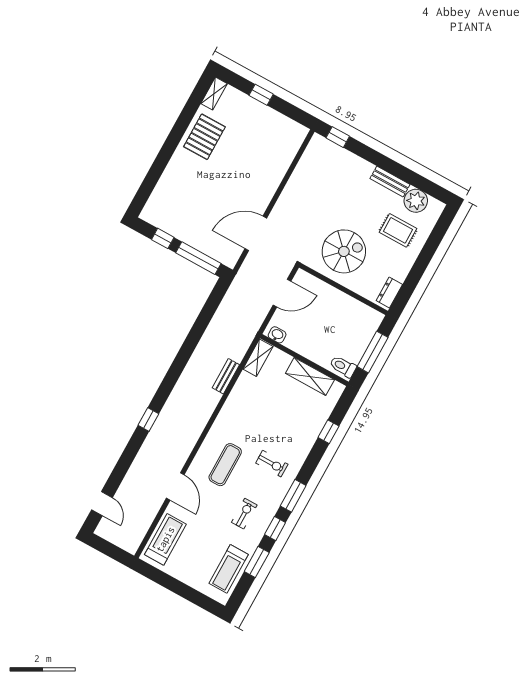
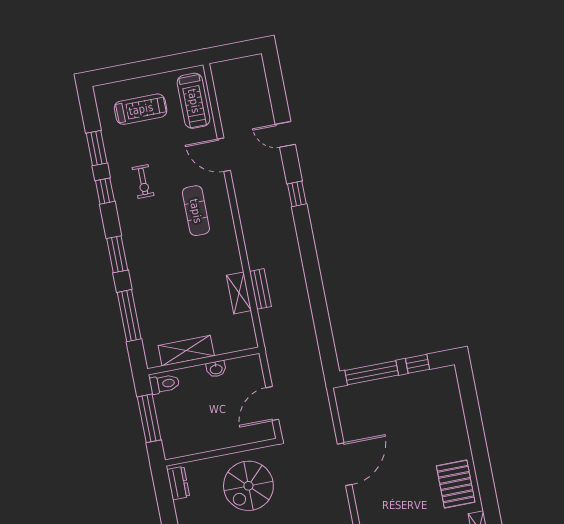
door: (256, 233) -> (345, 464), moved
washbasin: (277, 335) -> (216, 369), moved
shelving: (258, 358) -> (239, 293), moved
window: (328, 432) -> (129, 316), width x2.17
exercise bike: (272, 464) -> (156, 246), removed
window: (293, 496) -> (117, 254), moved
door: (102, 504) -> (285, 134), moved
treadmill: (229, 569) -> (141, 109), moved, turned 90

